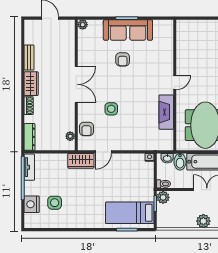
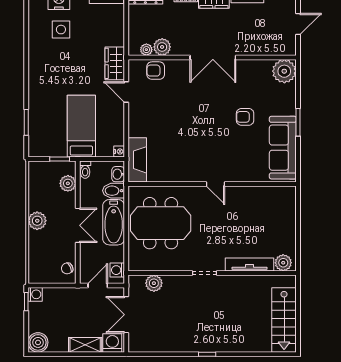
plant: (83, 25) -> (284, 71), width x1.87, depth x1.87
sofa: (128, 30) -> (283, 148), moved
side table: (111, 109) -> (181, 102), removed
fireplace: (166, 112) -> (137, 160), moved, turned 90
plant: (68, 124) -> (162, 47), added
plant: (163, 197) -> (68, 183), moved
bed: (130, 213) -> (81, 126), moved

